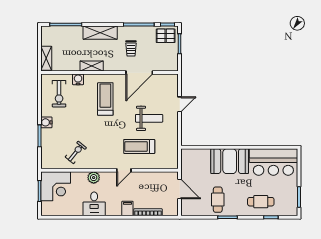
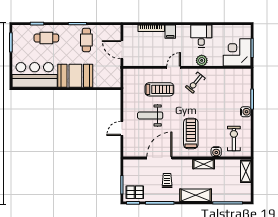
treadmill: (105, 99) -> (191, 133), turned 180
exercise bike: (76, 152) -> (195, 83), moved

